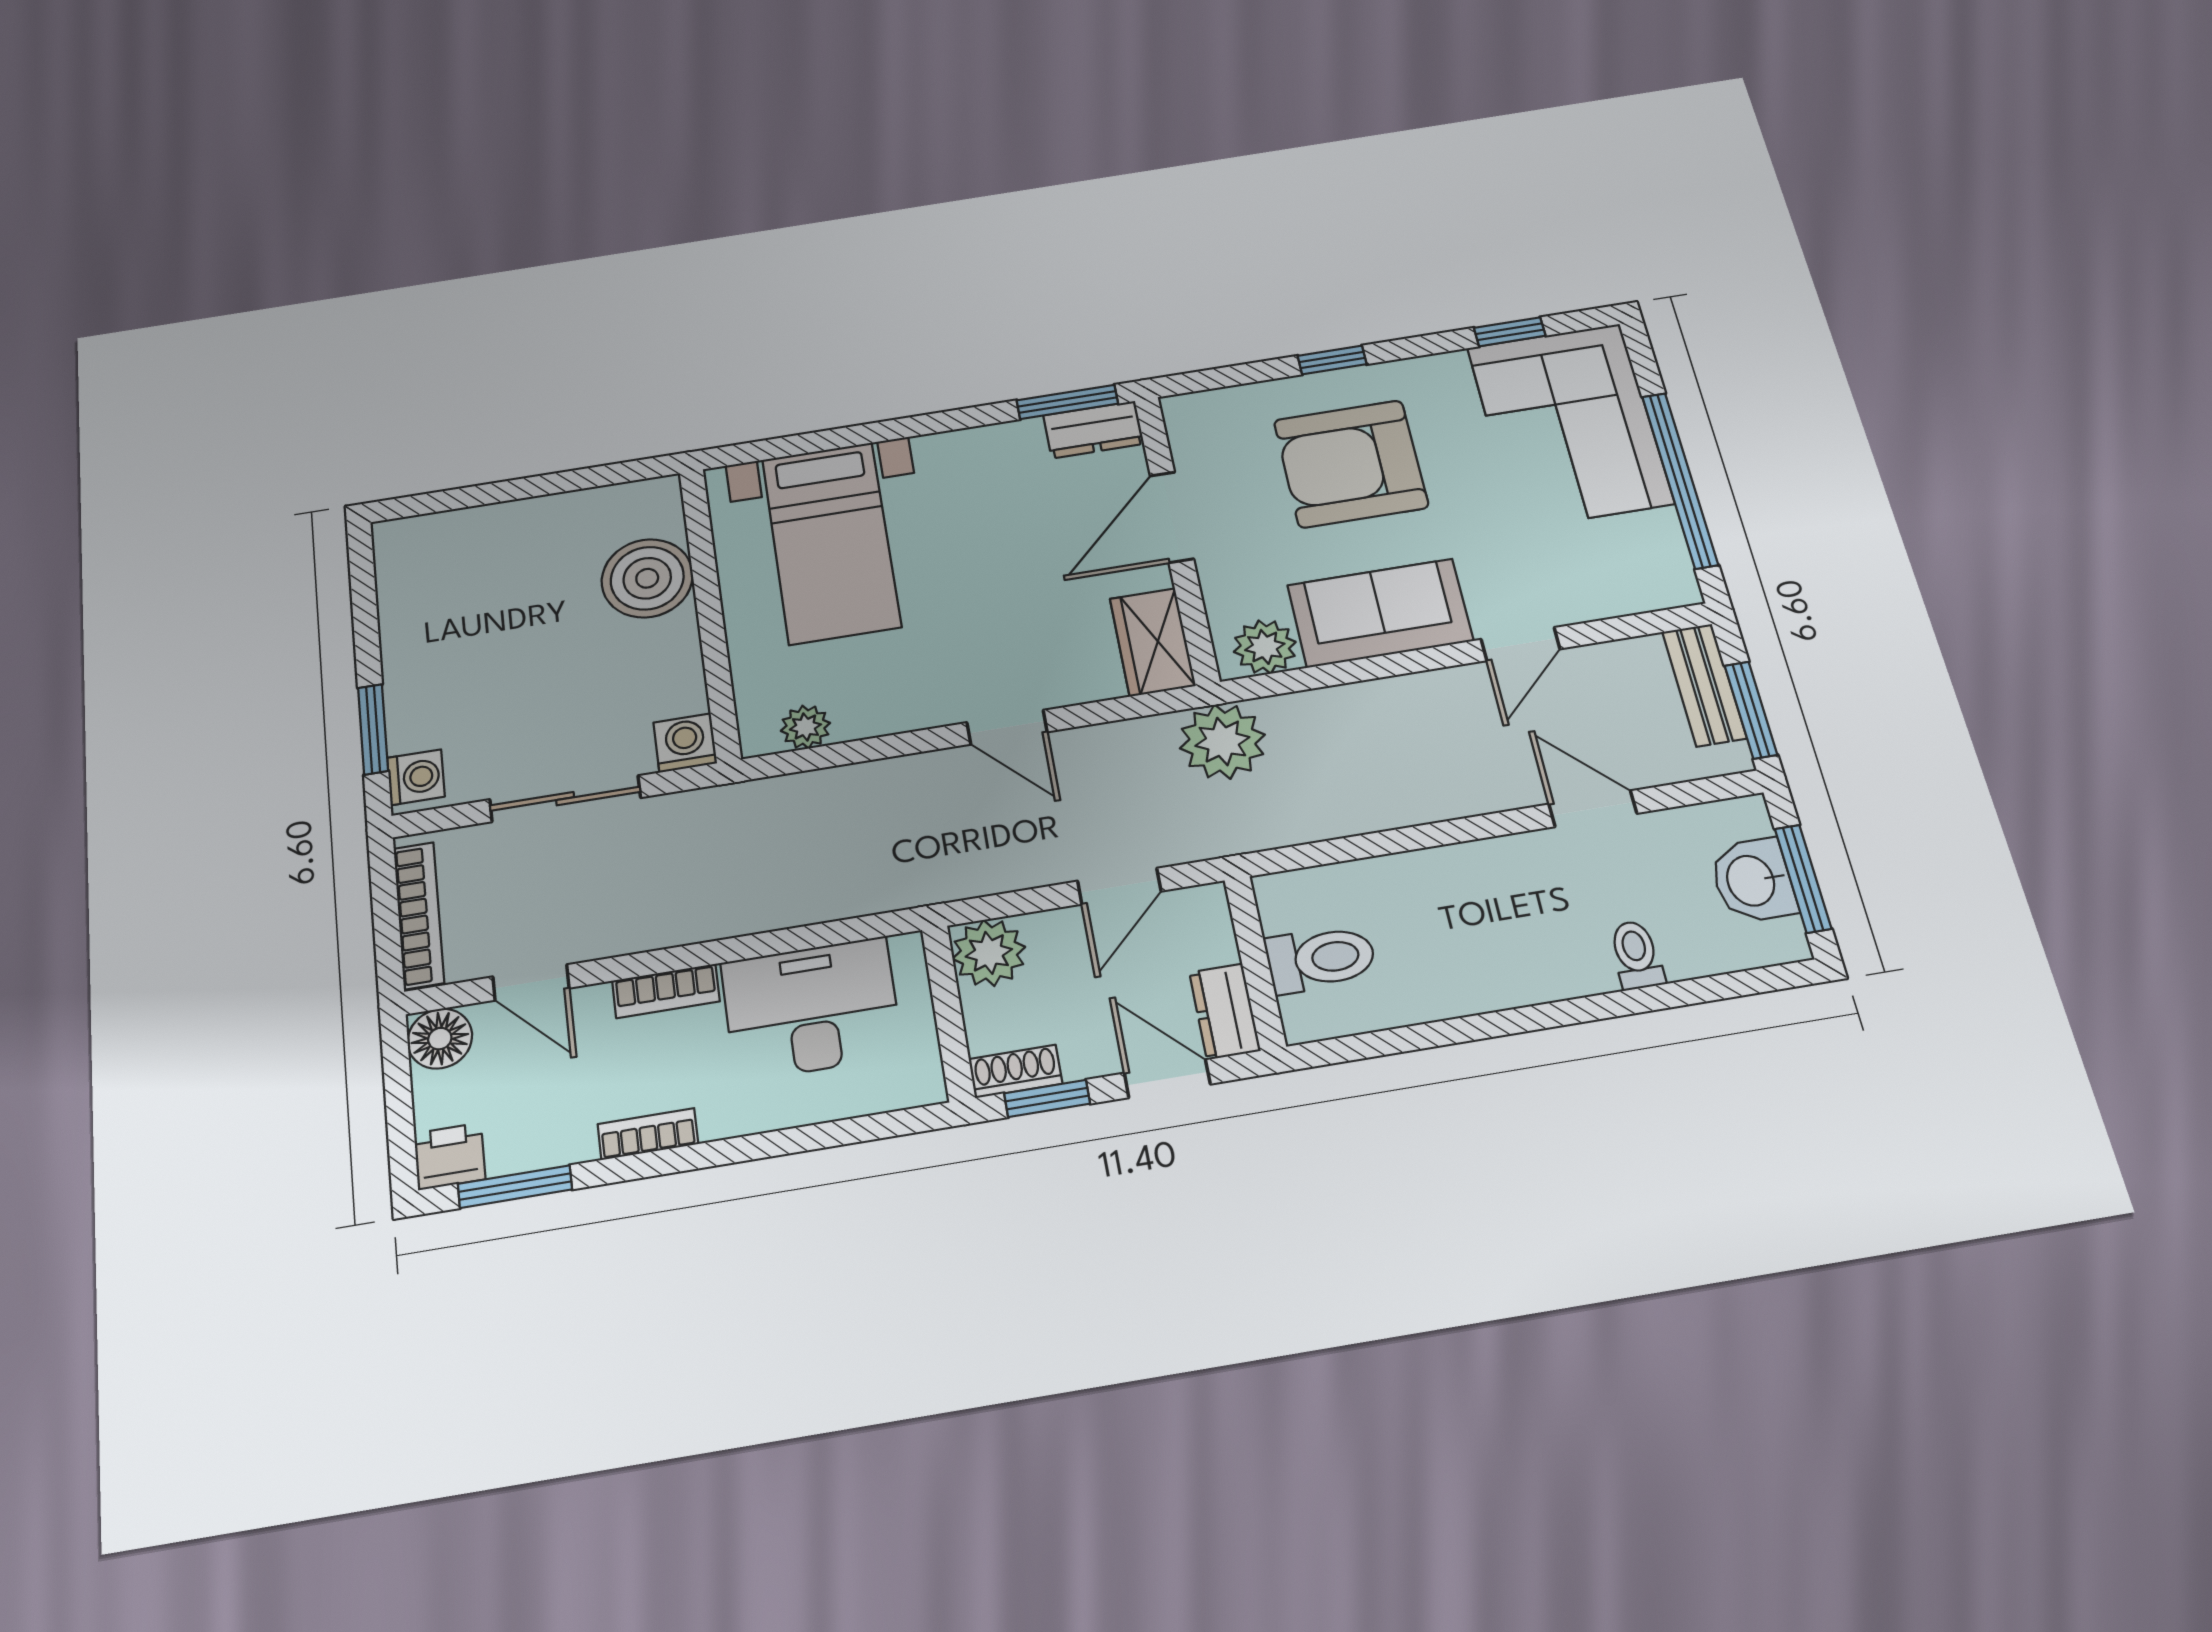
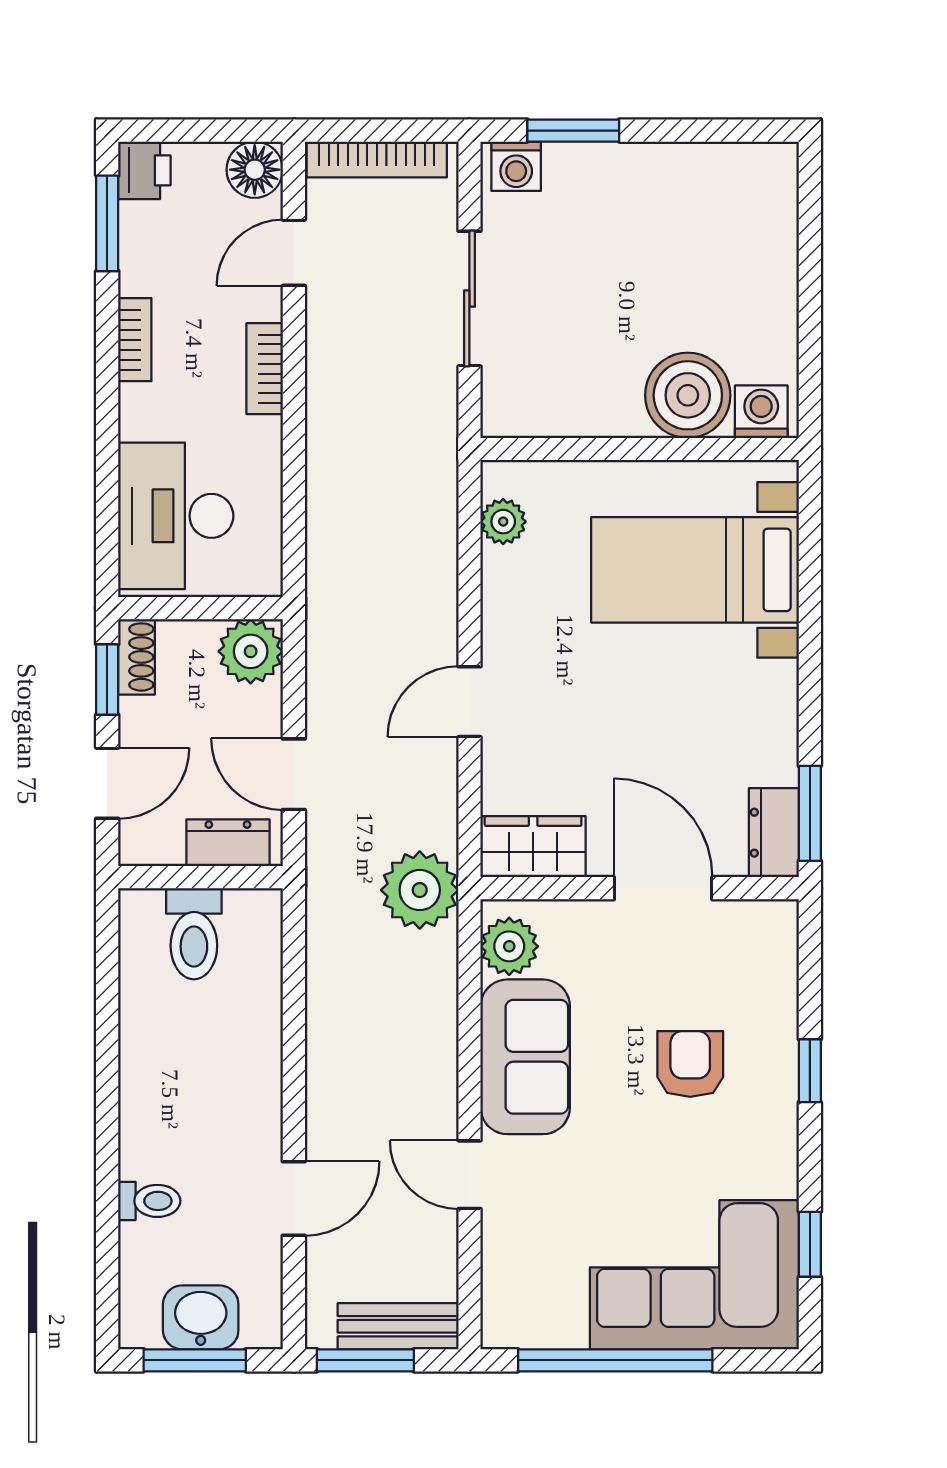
armchair: (1351, 464) -> (690, 1064), width x0.53, depth x0.53
washing machine: (685, 743) -> (761, 412), moved, turned -90
desk: (811, 1009) -> (176, 516), moved, turned 180
dresser: (1225, 1011) -> (228, 843), moved

